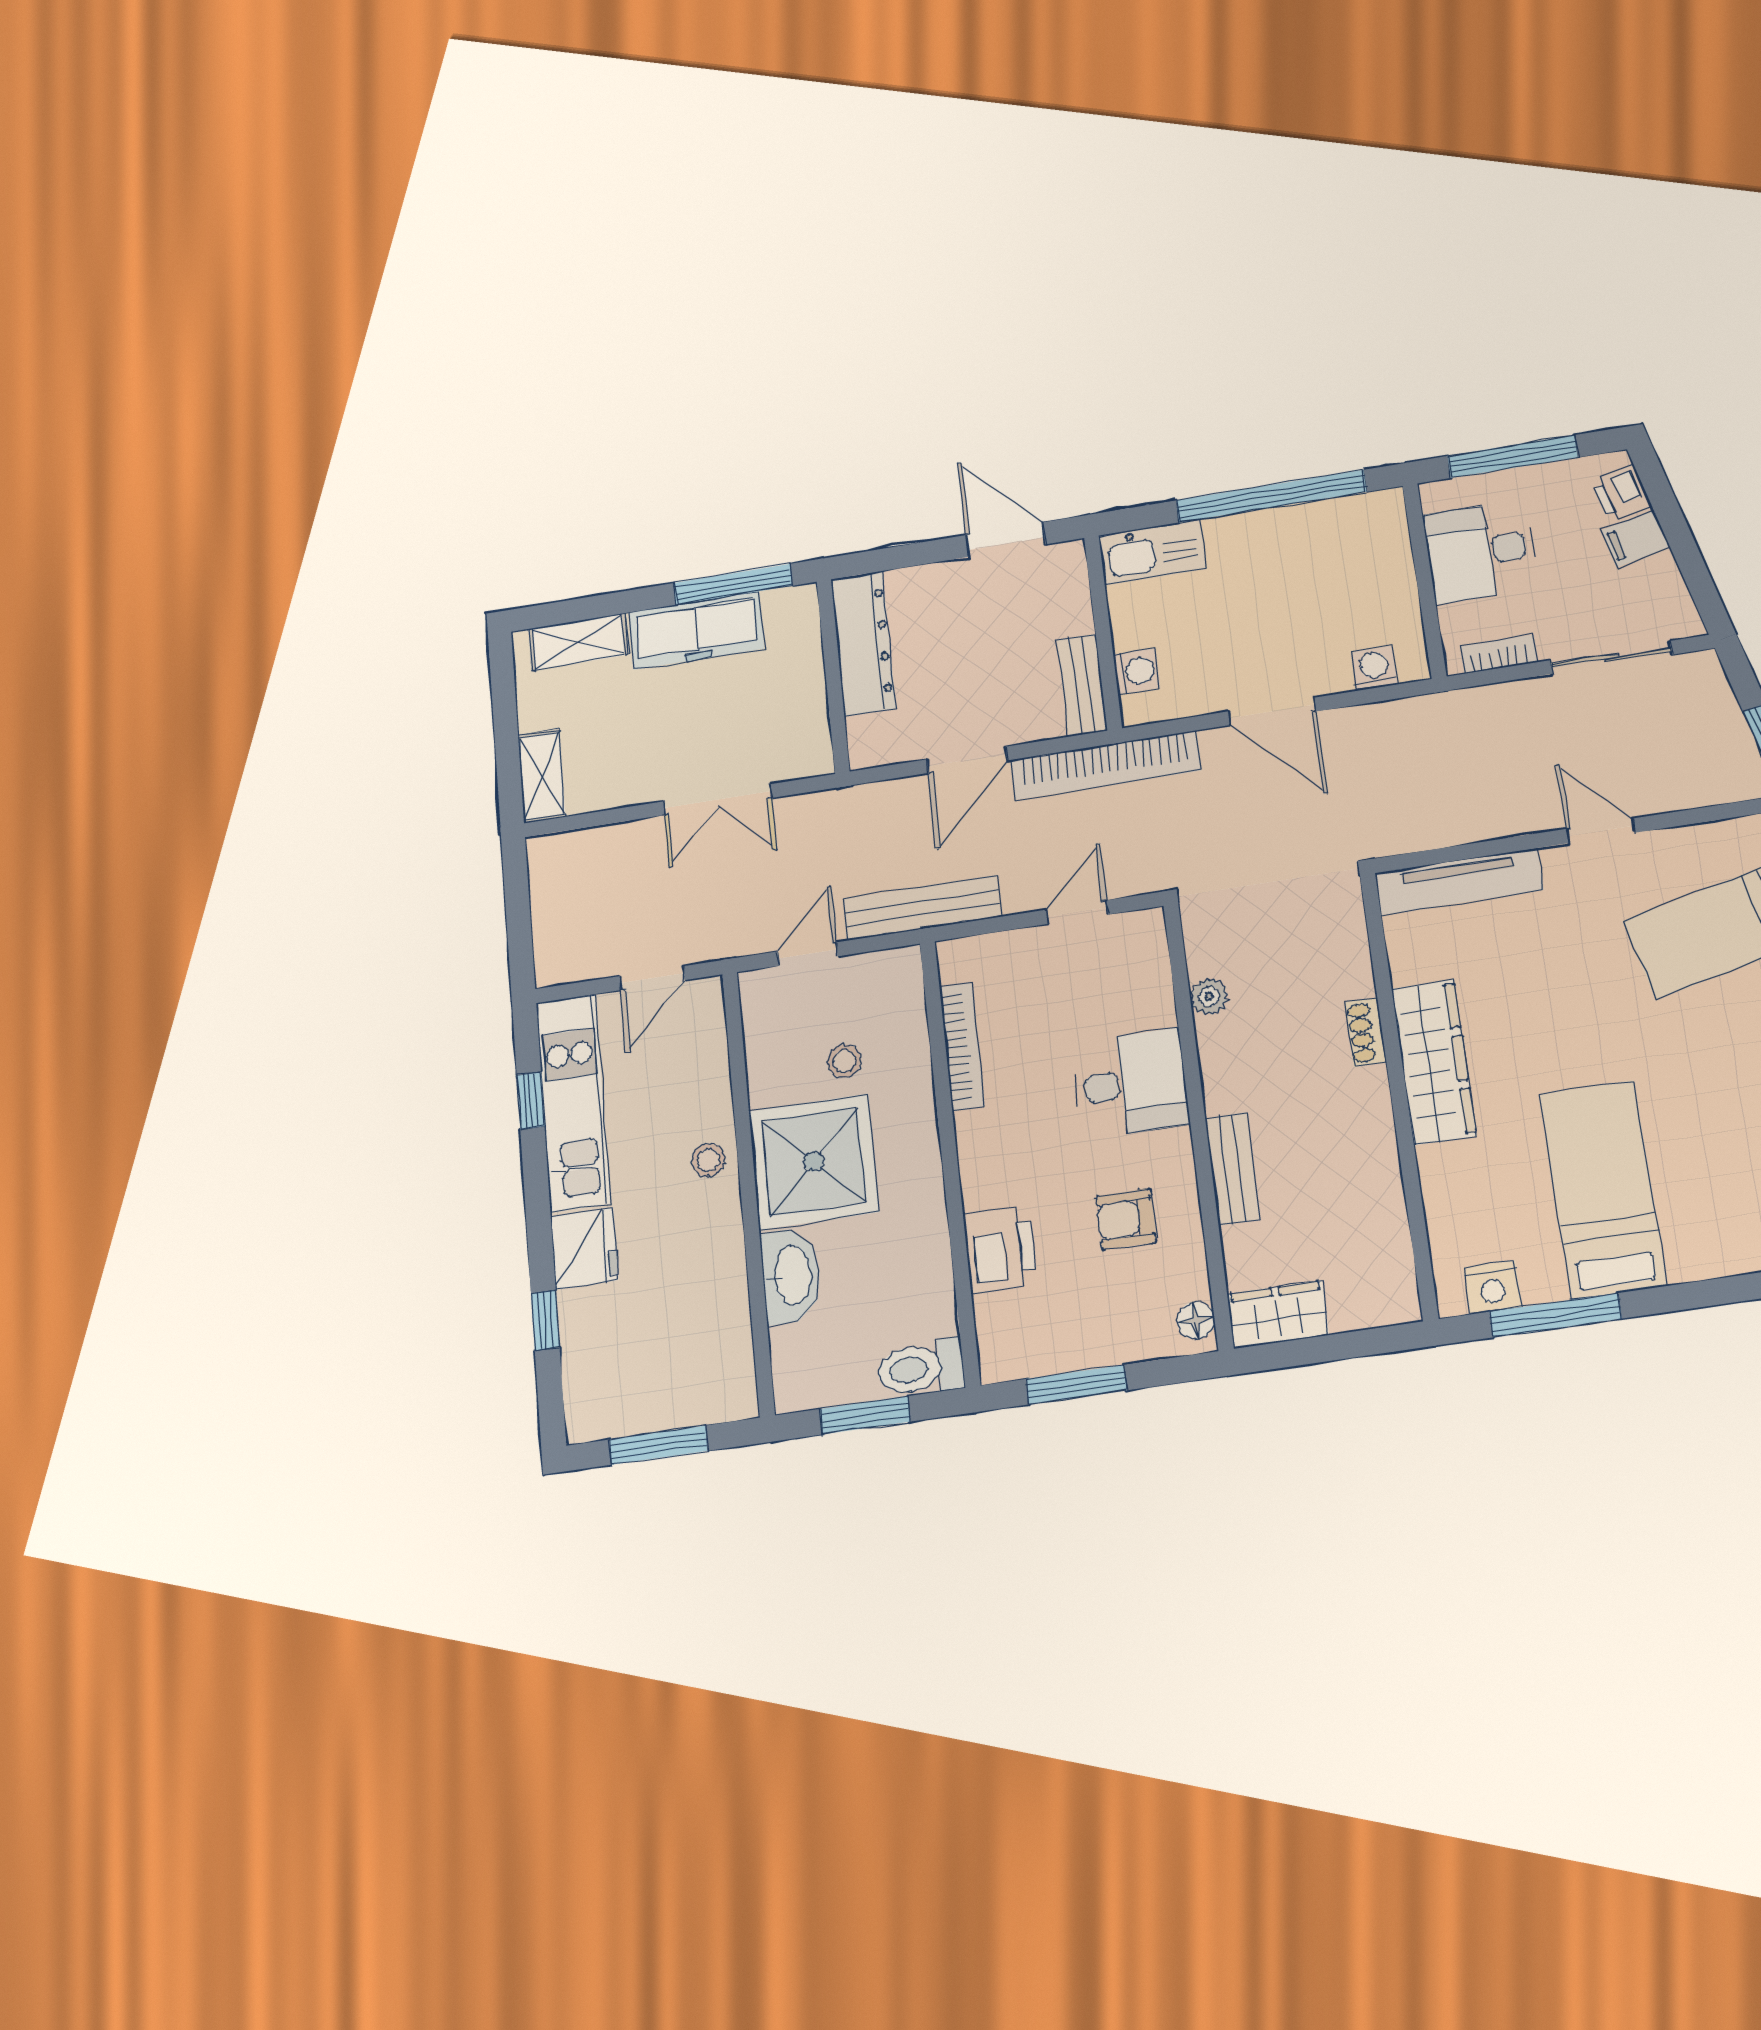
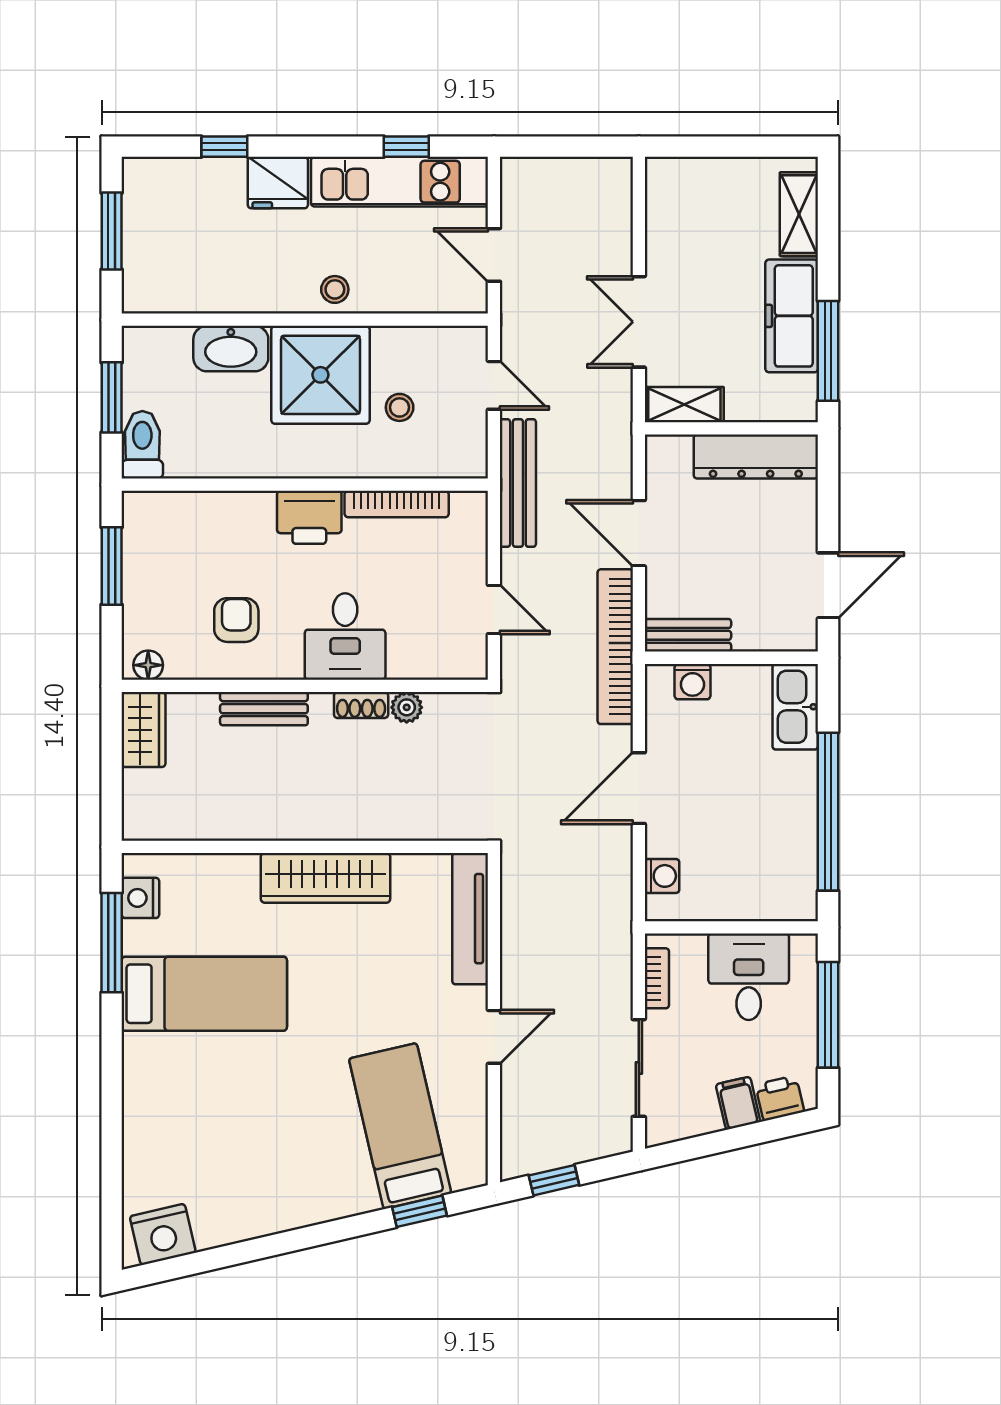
shelving: (542, 776) -> (684, 405), moved
shoe rack: (1366, 1032) -> (361, 705), moved, turned 180
printer: (1000, 1250) -> (309, 517), moved

